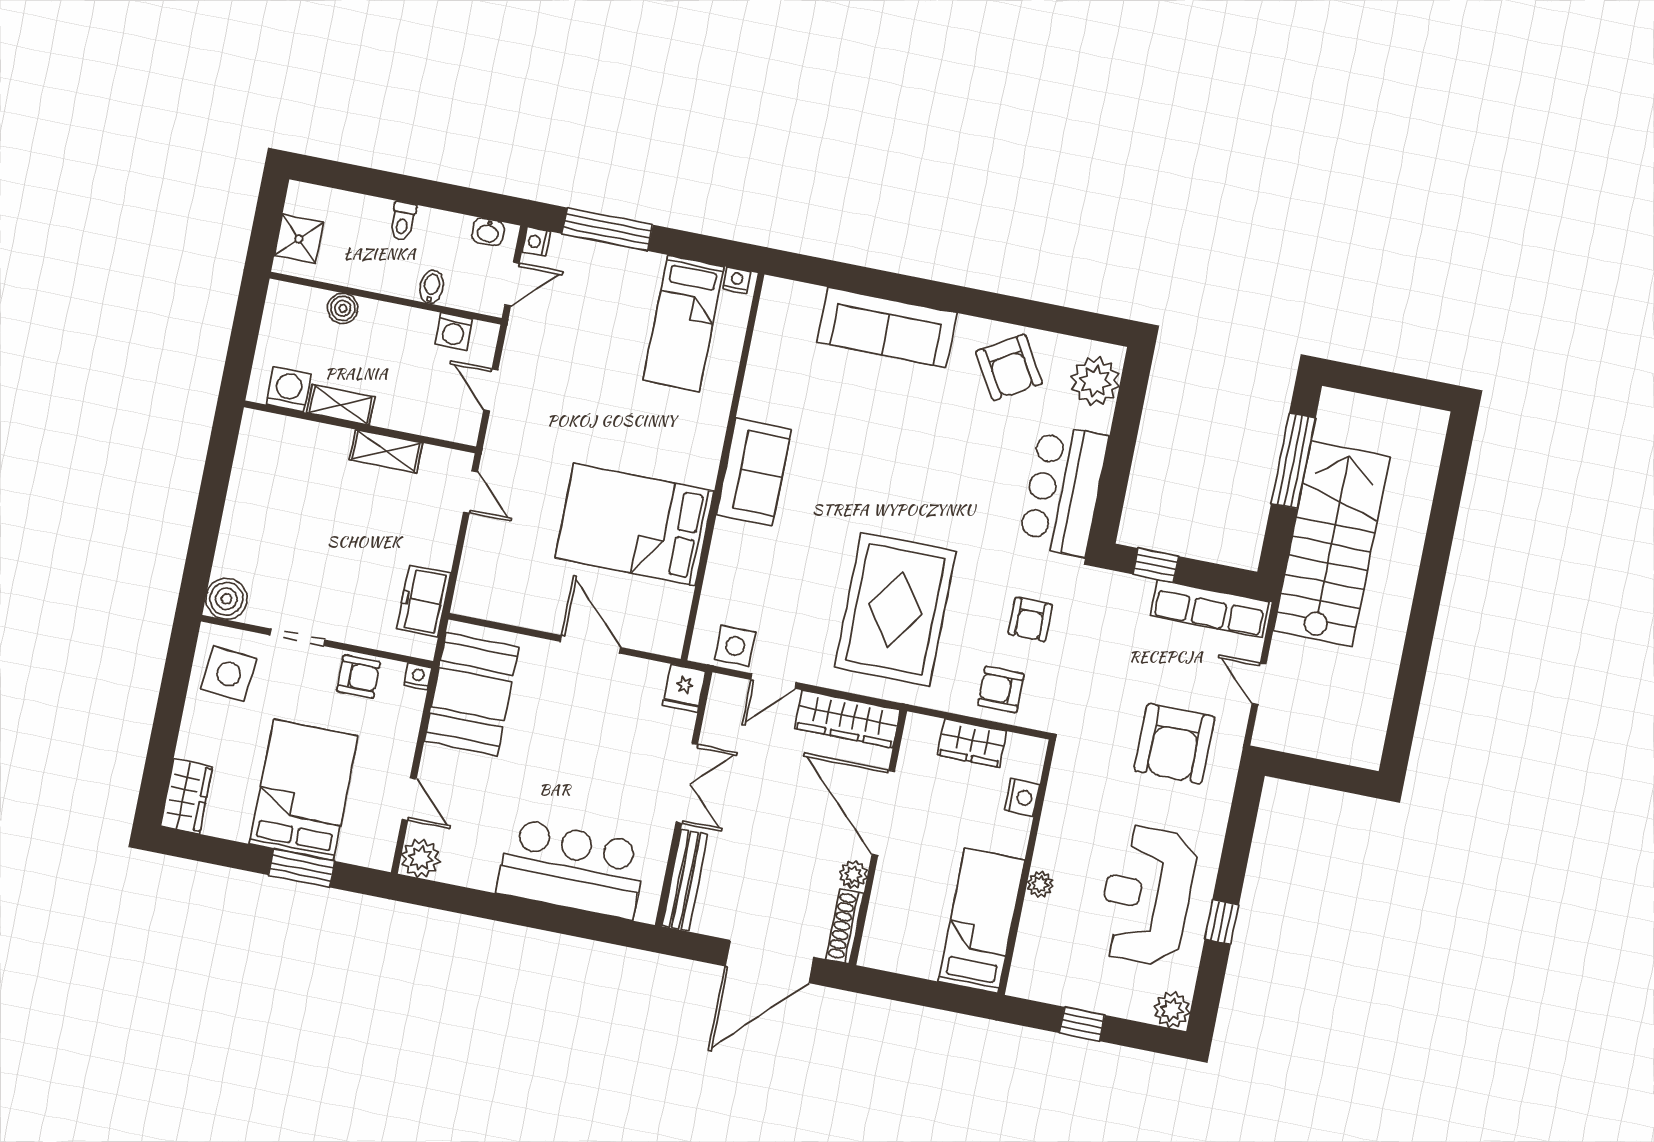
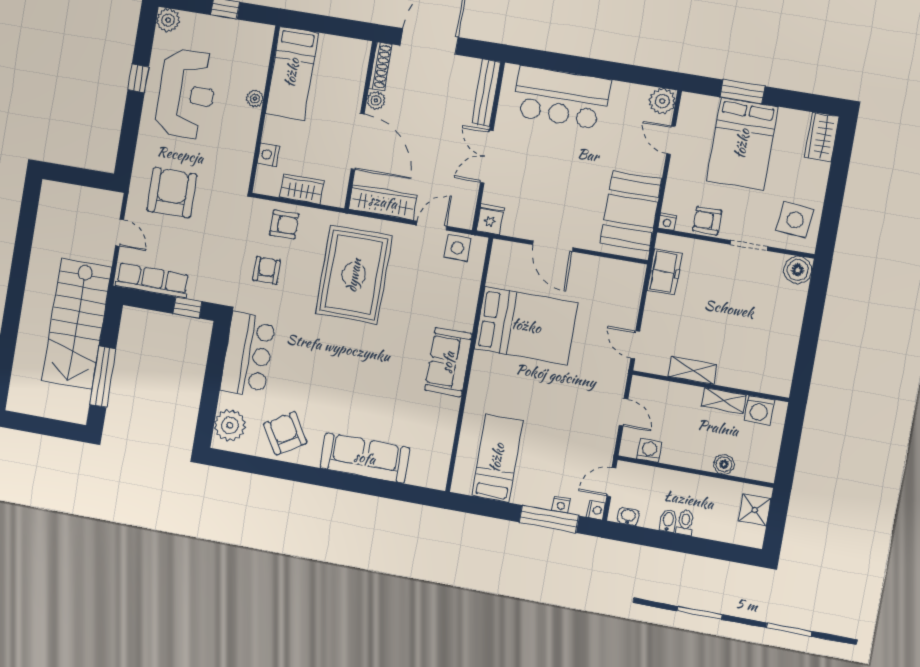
nightstand: (737, 280) -> (561, 505), moved
bidet: (432, 287) -> (668, 521), moved, turned 180

